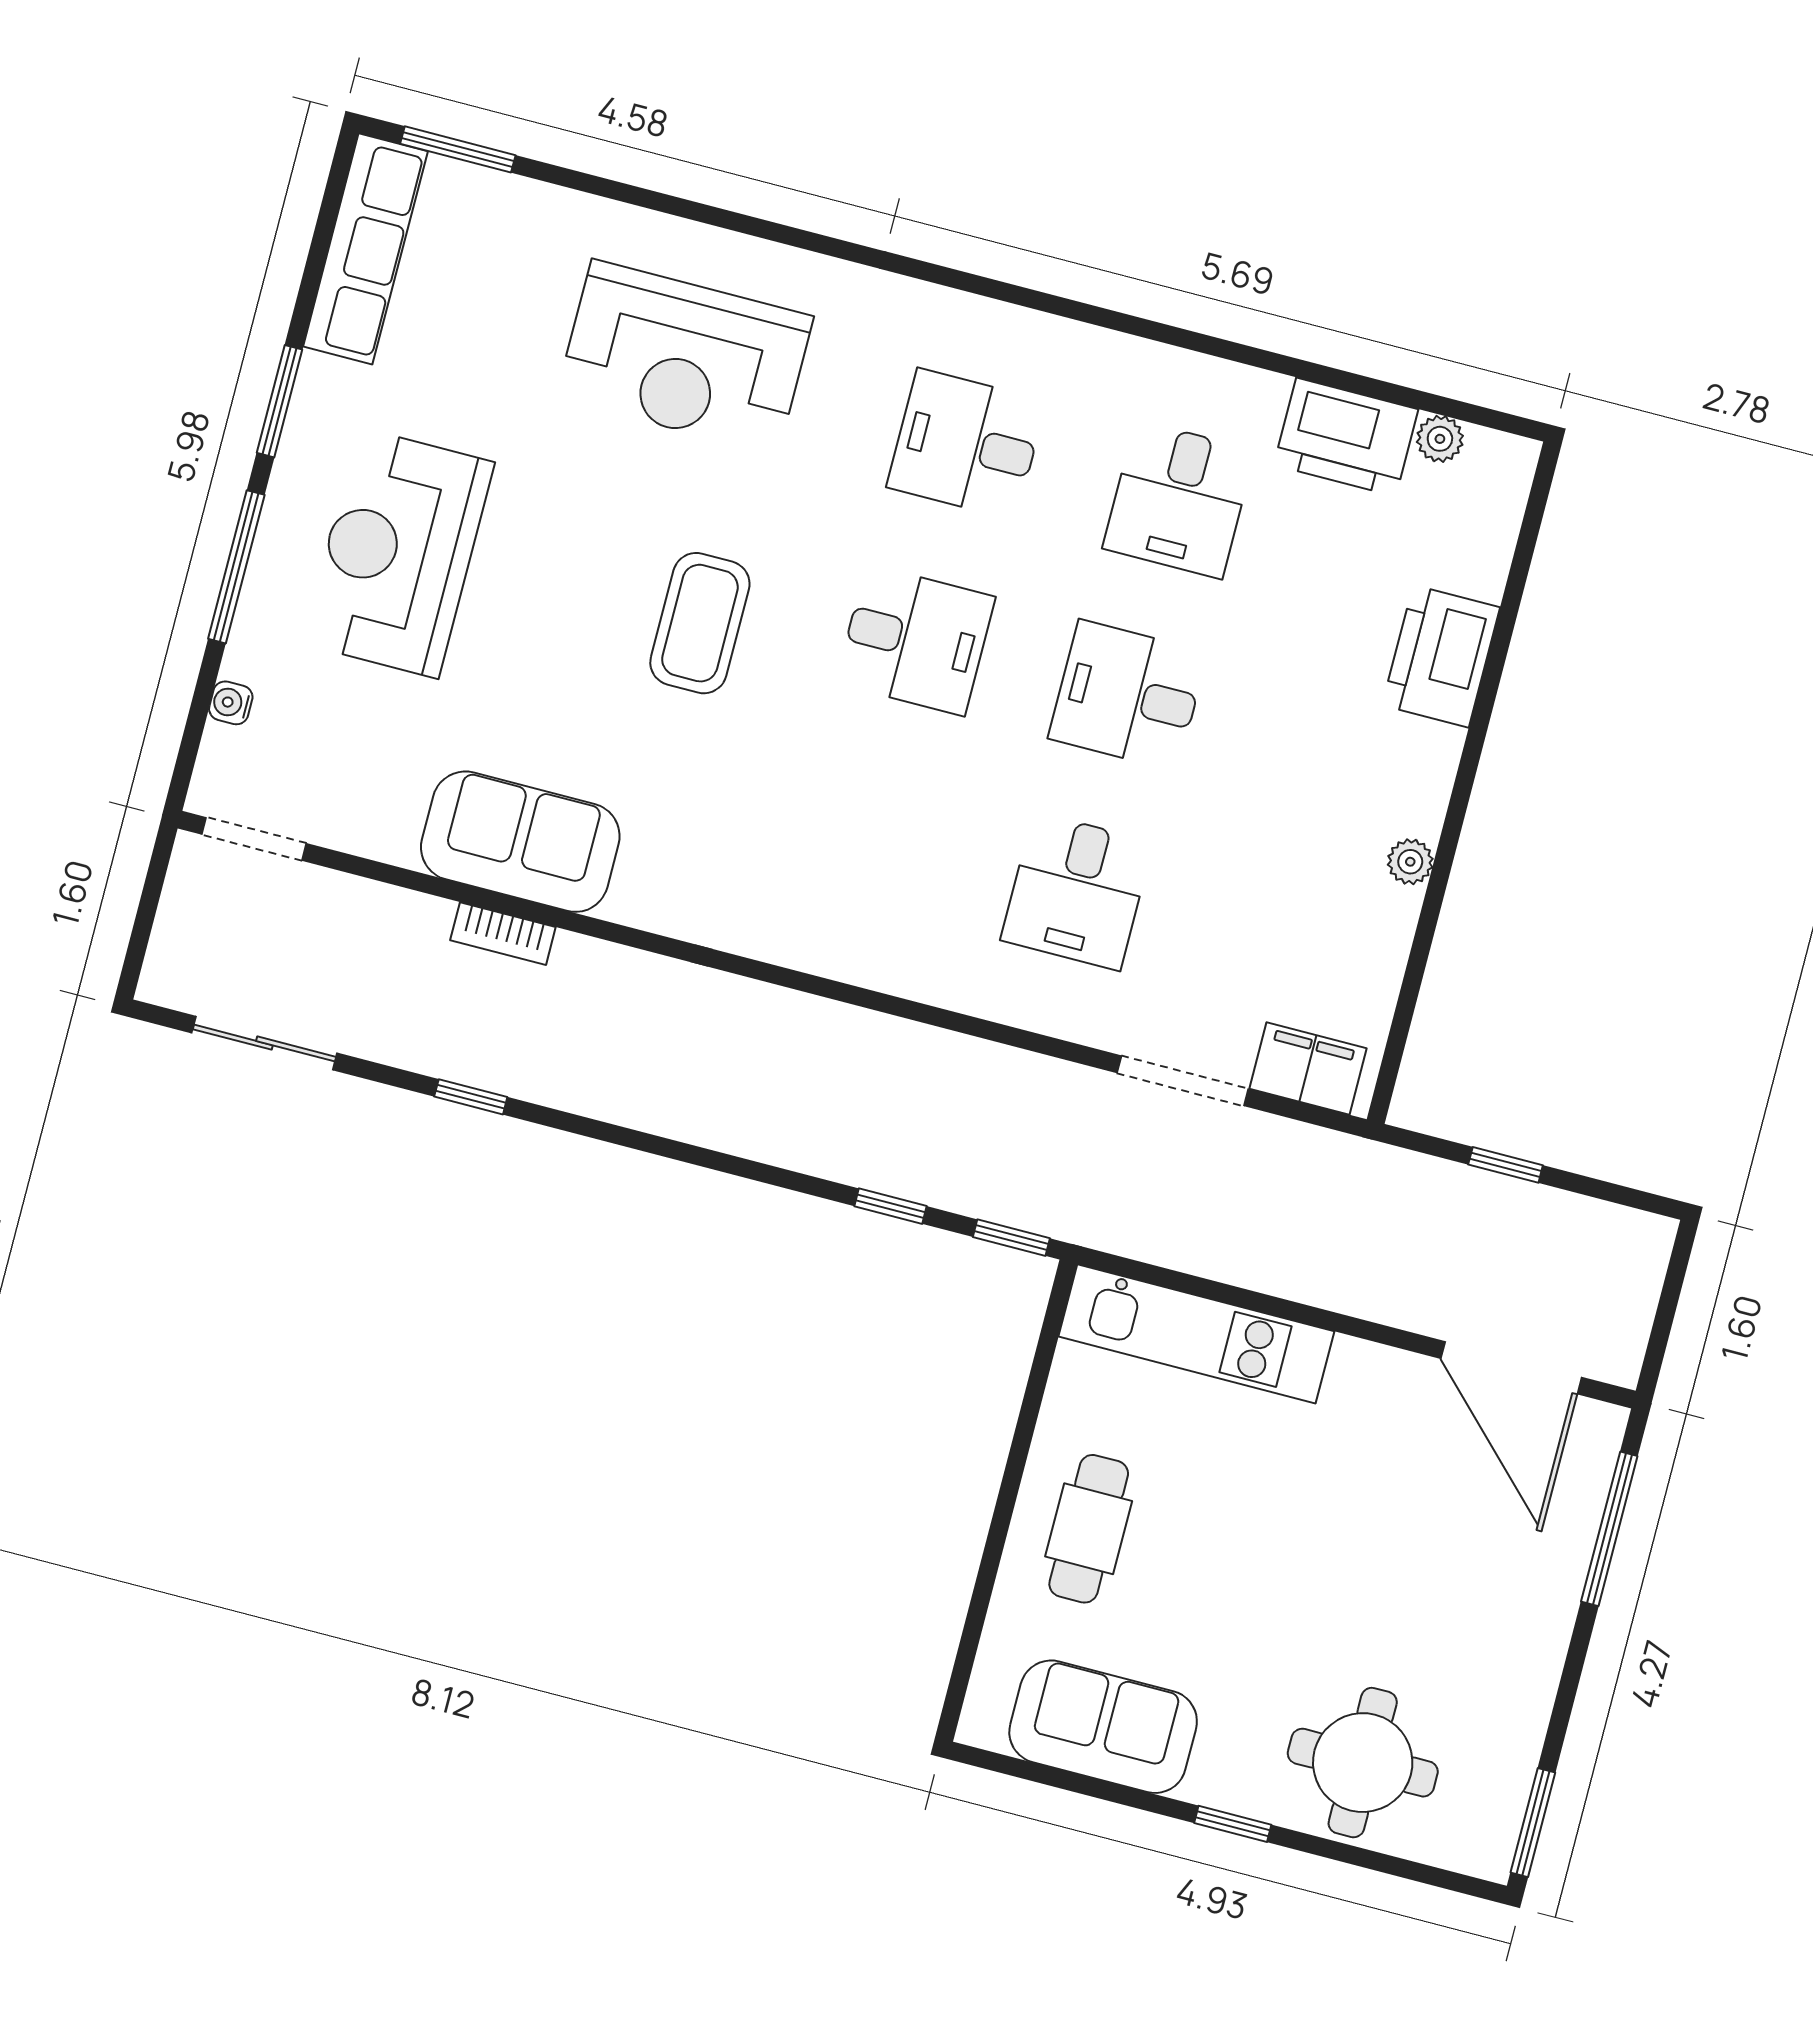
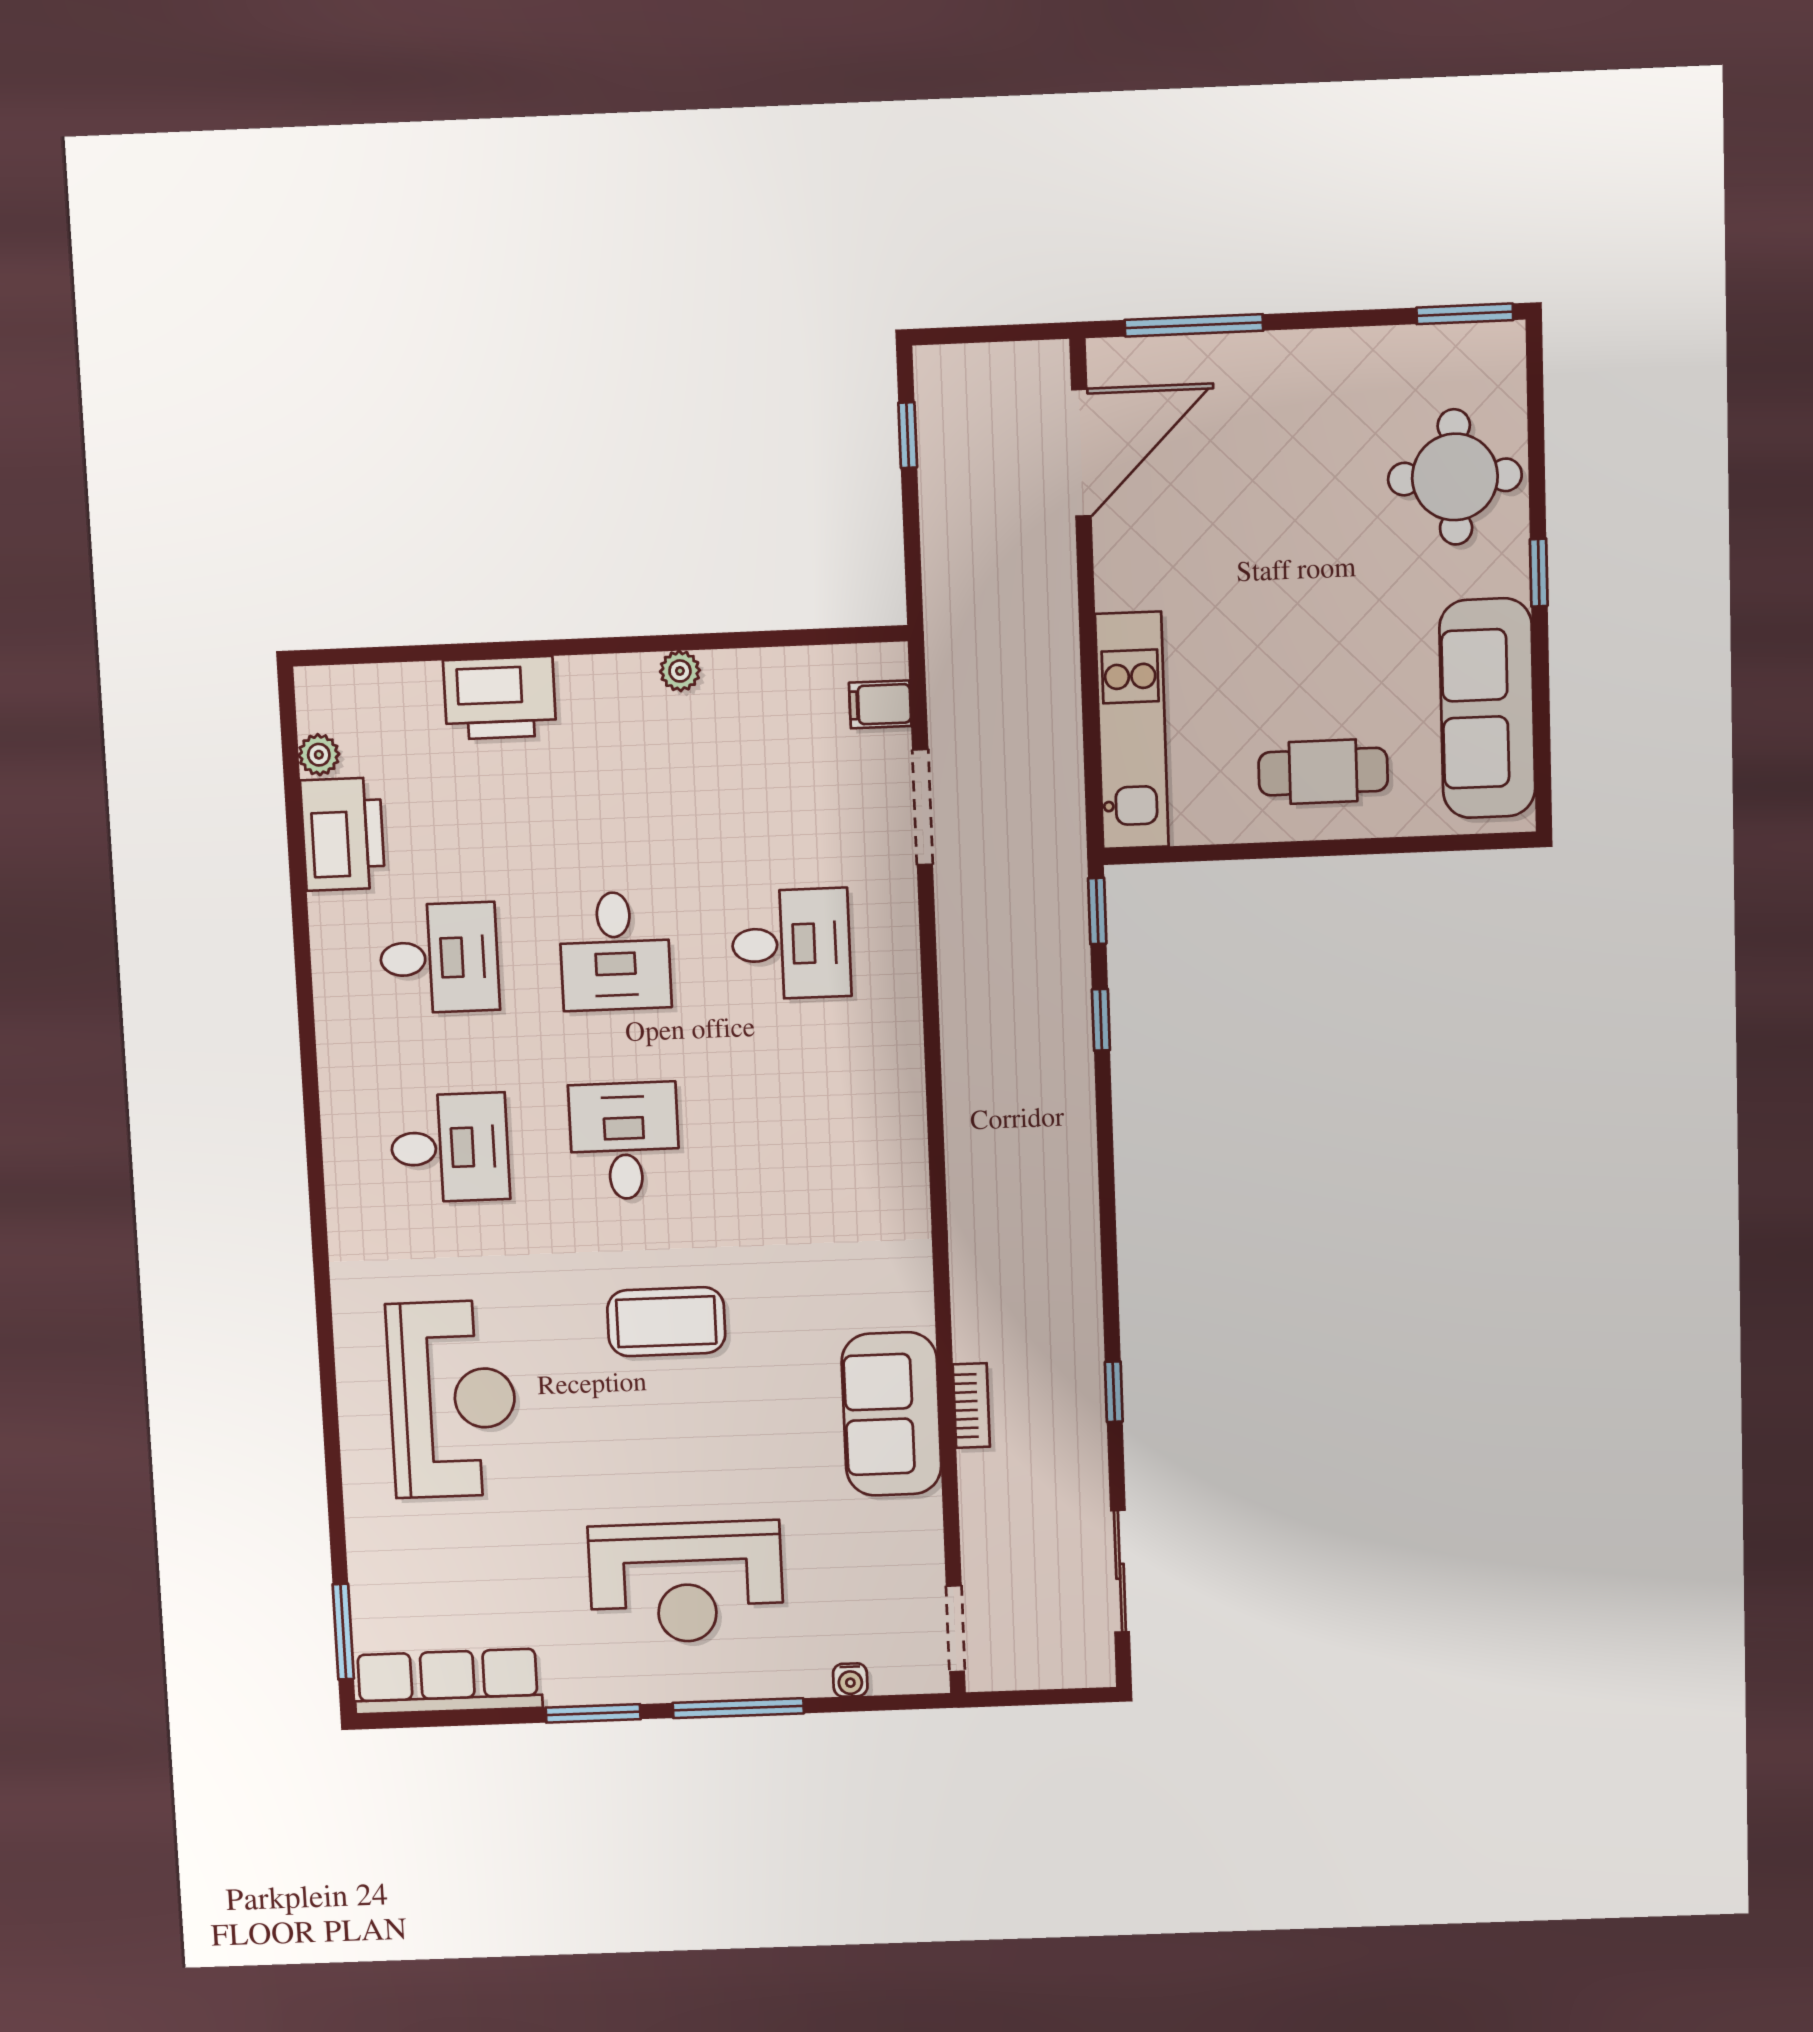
desk: (966, 444) -> (450, 1148), turned -90
filing cabinet: (1308, 1068) -> (880, 704), width x0.50
window: (1506, 1165) -> (908, 435), moved
sofa: (1103, 1727) -> (1487, 708), width x1.36

